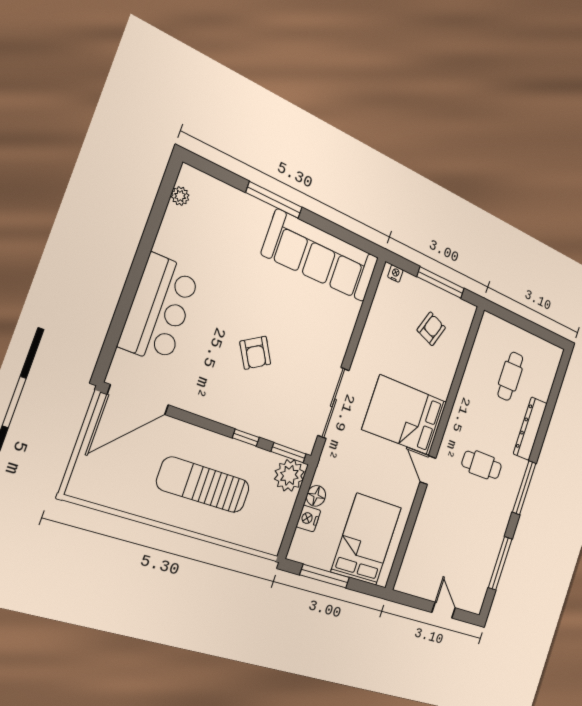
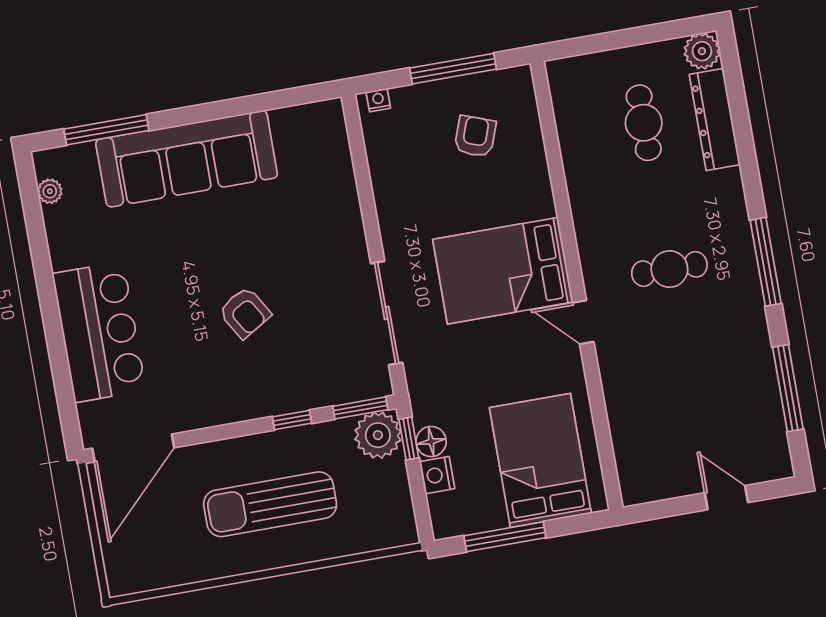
window: (274, 200) -> (106, 130), moved
sofa: (321, 256) -> (187, 159), moved
plant: (553, 356) -> (702, 51), added
dresser: (530, 429) -> (715, 120), moved
window: (305, 487) -> (409, 438), added

